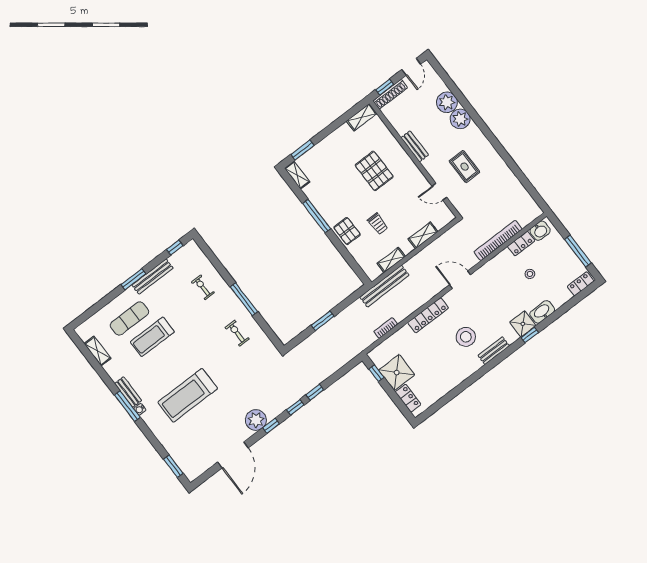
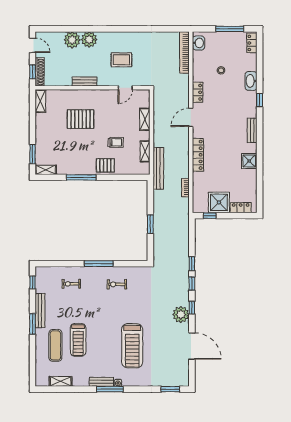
bookcase: (498, 240) -> (184, 52), moved
locker: (521, 244) -> (198, 92), moved
shower: (523, 324) -> (249, 161), moved
stool: (466, 337) -> (230, 141), removed

